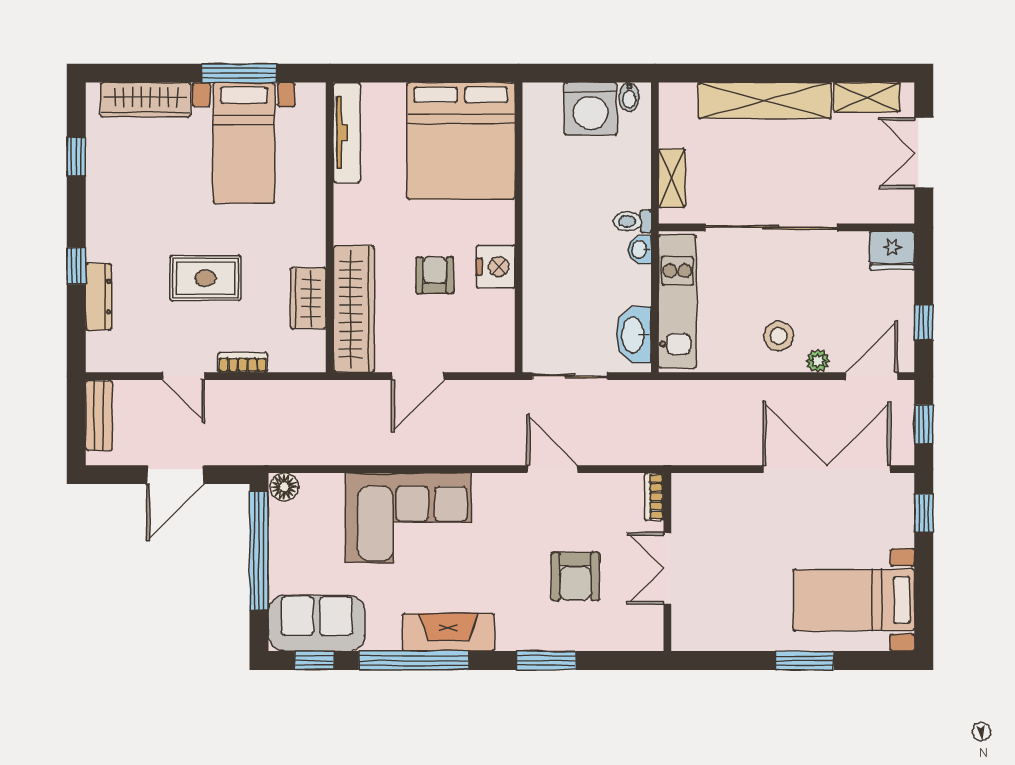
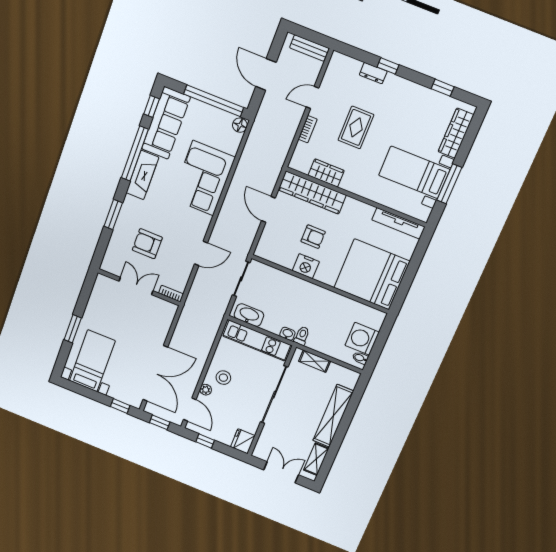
dresser: (99, 297) -> (373, 73), width x0.70
sofa: (317, 623) -> (166, 123), width x1.36

